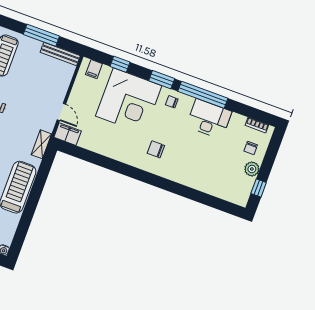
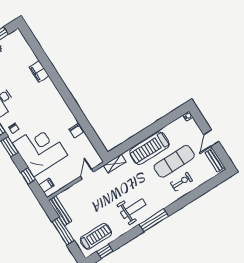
filing cabinet: (68, 134) -> (39, 72), moved
chair: (156, 149) -> (76, 131), moved

